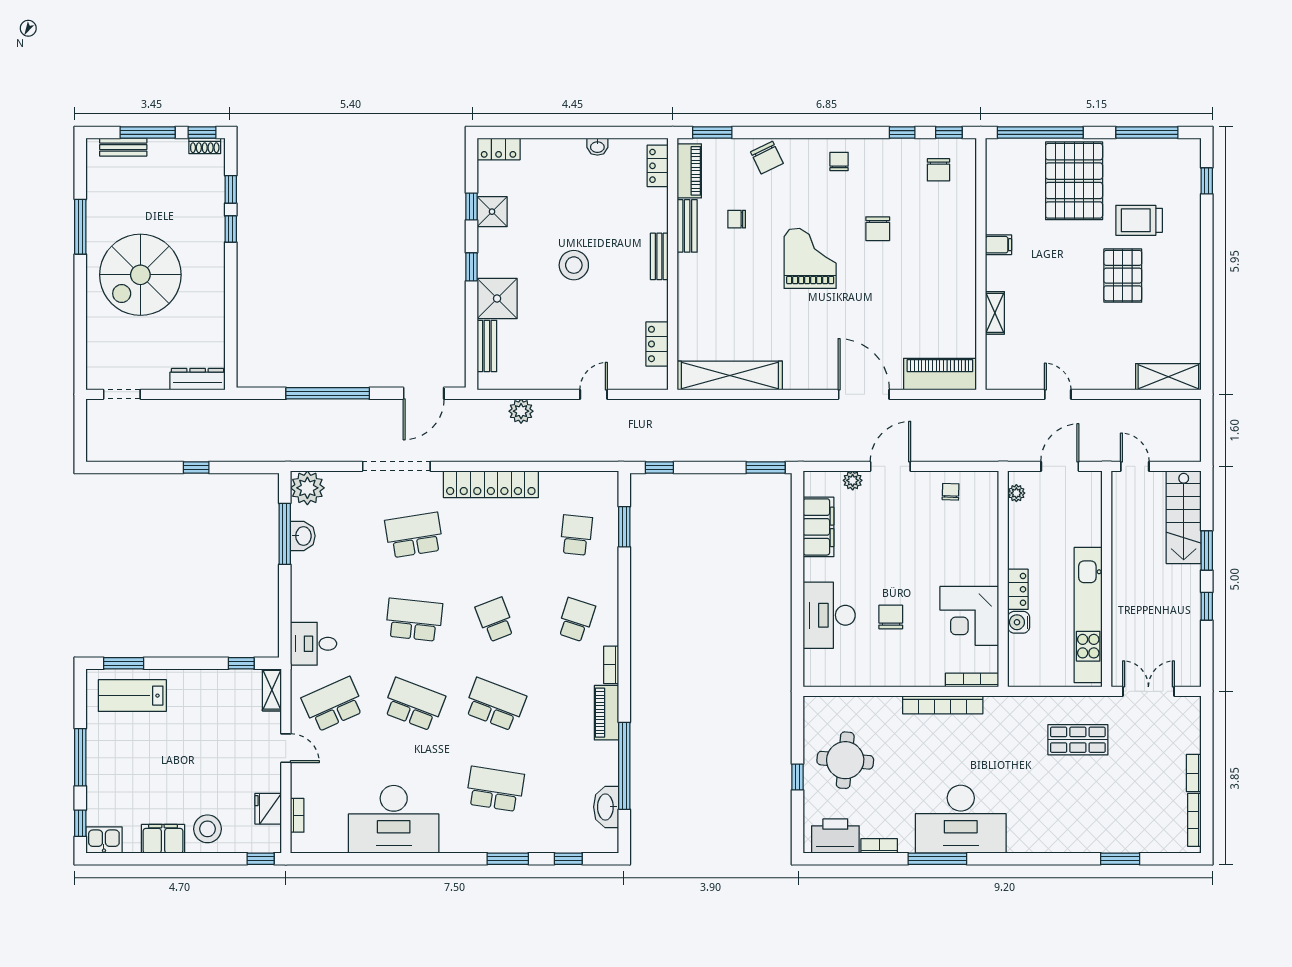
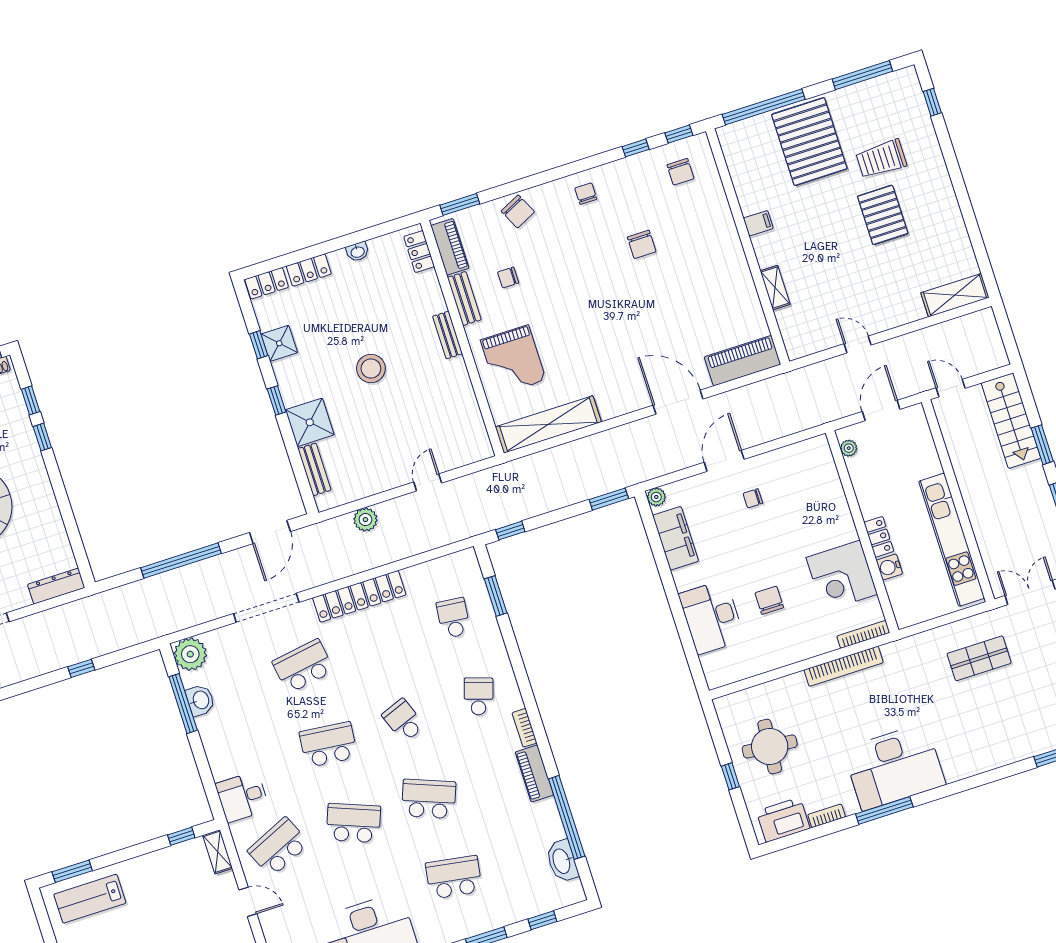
grand piano: (810, 258) -> (513, 360), moved, turned 180
locker: (657, 344) -> (309, 270), moved, turned -90
plant: (853, 480) -> (656, 497), moved
chair: (951, 492) -> (753, 498), moved, turned -92

